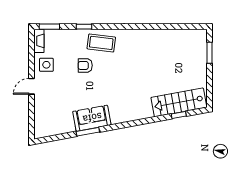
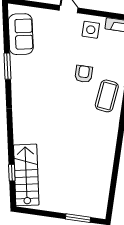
sofa: (92, 118) -> (21, 34), moved

